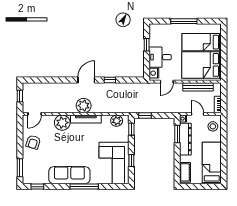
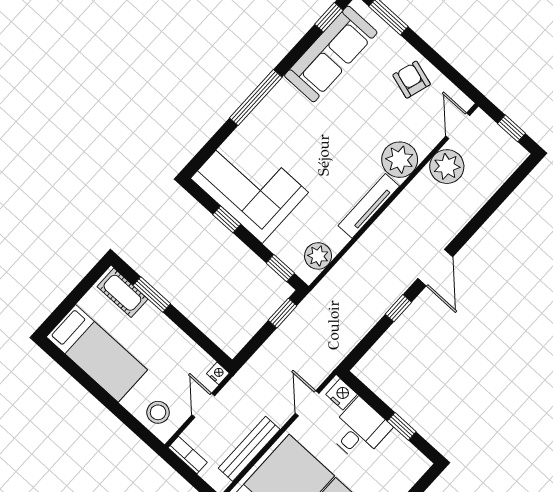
plant: (84, 106) -> (447, 167), moved
door: (197, 114) -> (203, 405), swing flipped
window: (177, 134) -> (152, 295), moved
dresser: (185, 139) -> (179, 345), removed
sofa: (69, 175) -> (331, 54), moved

